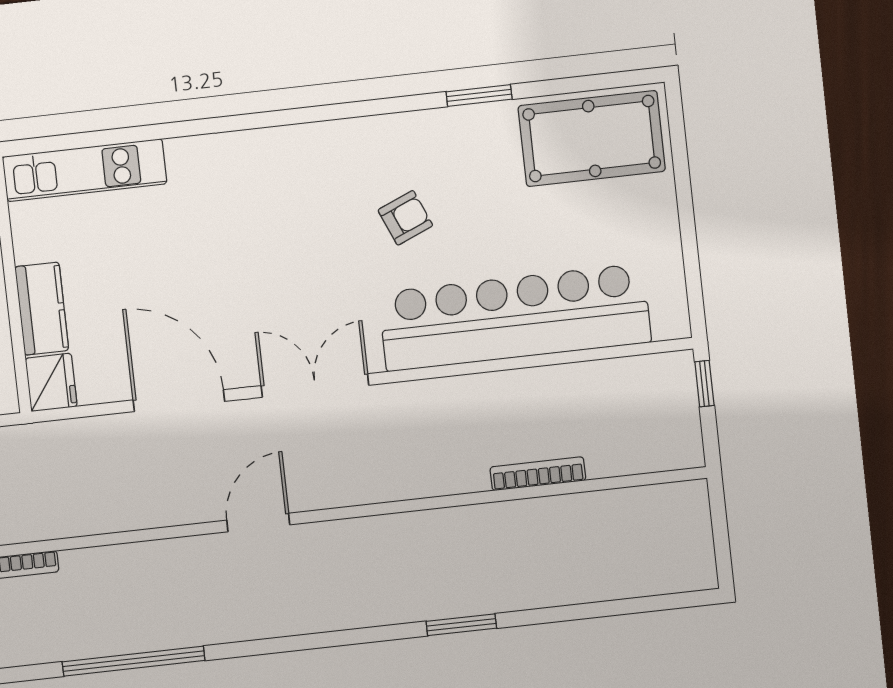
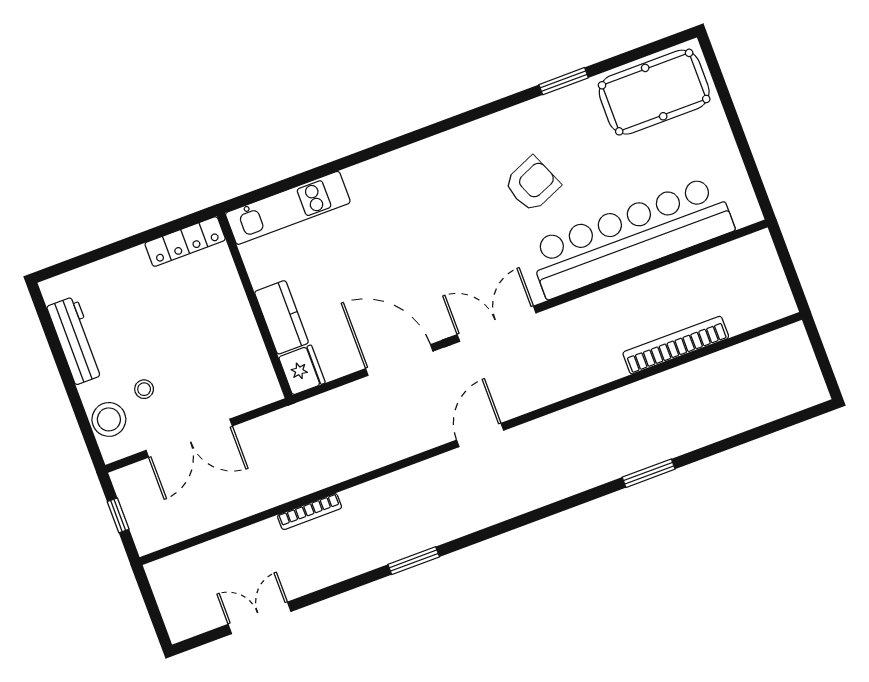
armchair: (405, 218) -> (532, 184), width x1.38, depth x1.38
window: (704, 384) -> (782, 251), removed
bookcase: (538, 474) -> (676, 345), width x1.48, depth x1.31
window: (134, 661) -> (414, 561), width x0.47

